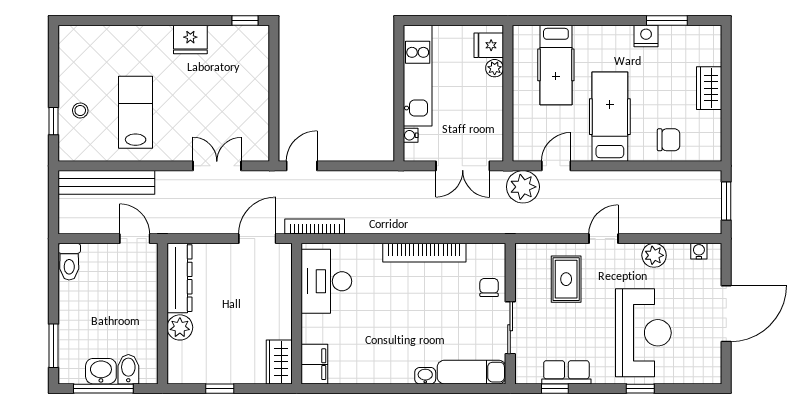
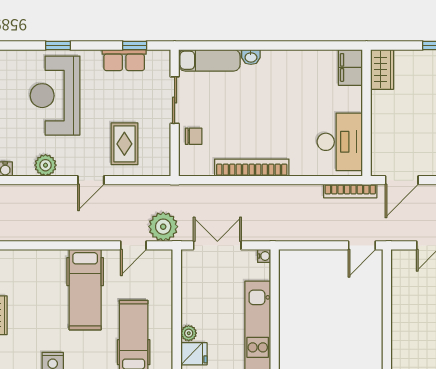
water cooler: (411, 135) -> (264, 256), moved
chair: (669, 140) -> (32, 269), removed
chair: (489, 288) -> (194, 136), turned -90

